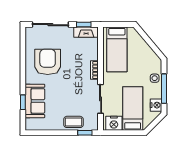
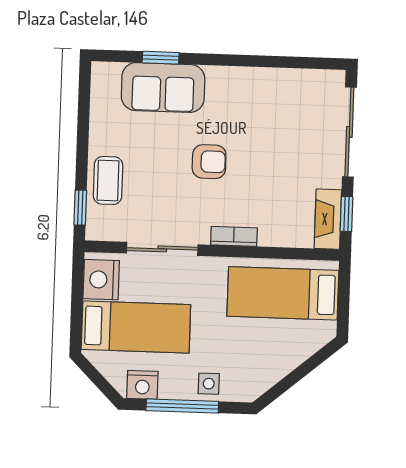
armchair: (48, 62) -> (209, 162), moved, width x0.53, depth x0.53

